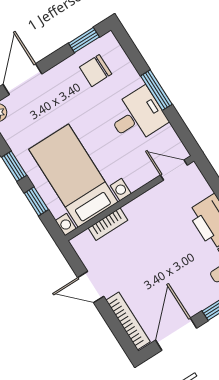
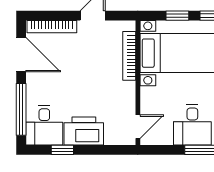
bookcase: (108, 224) -> (129, 56), width x1.56

